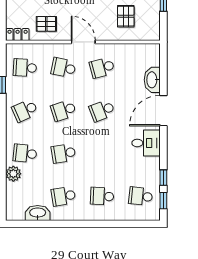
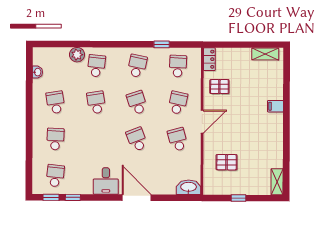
pallet: (46, 24) -> (219, 87), turned 90
washbasin: (152, 80) -> (189, 187), moved
school desk: (25, 110) -> (137, 66), turned 36
washbasin: (38, 213) -> (37, 72), width x0.52, depth x0.69

